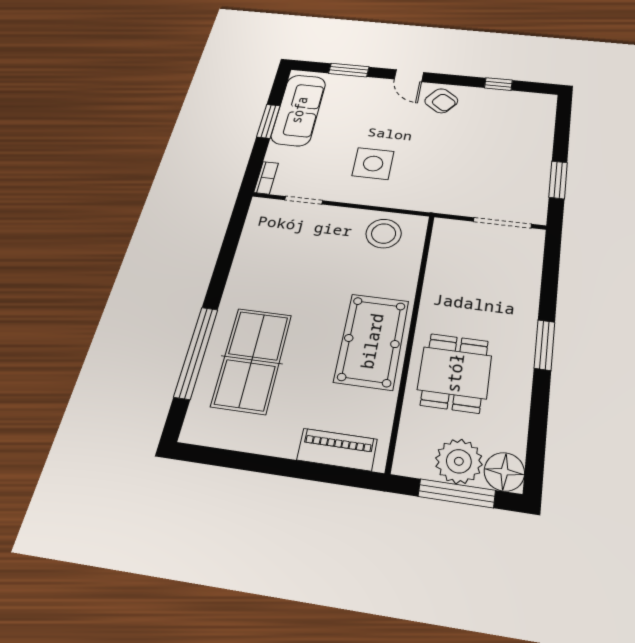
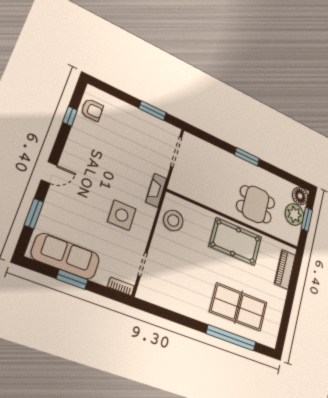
armchair: (441, 101) -> (92, 110), moved, turned 53
fireplace: (426, 203) -> (156, 190), added
window: (457, 493) -> (307, 219), width x0.69

